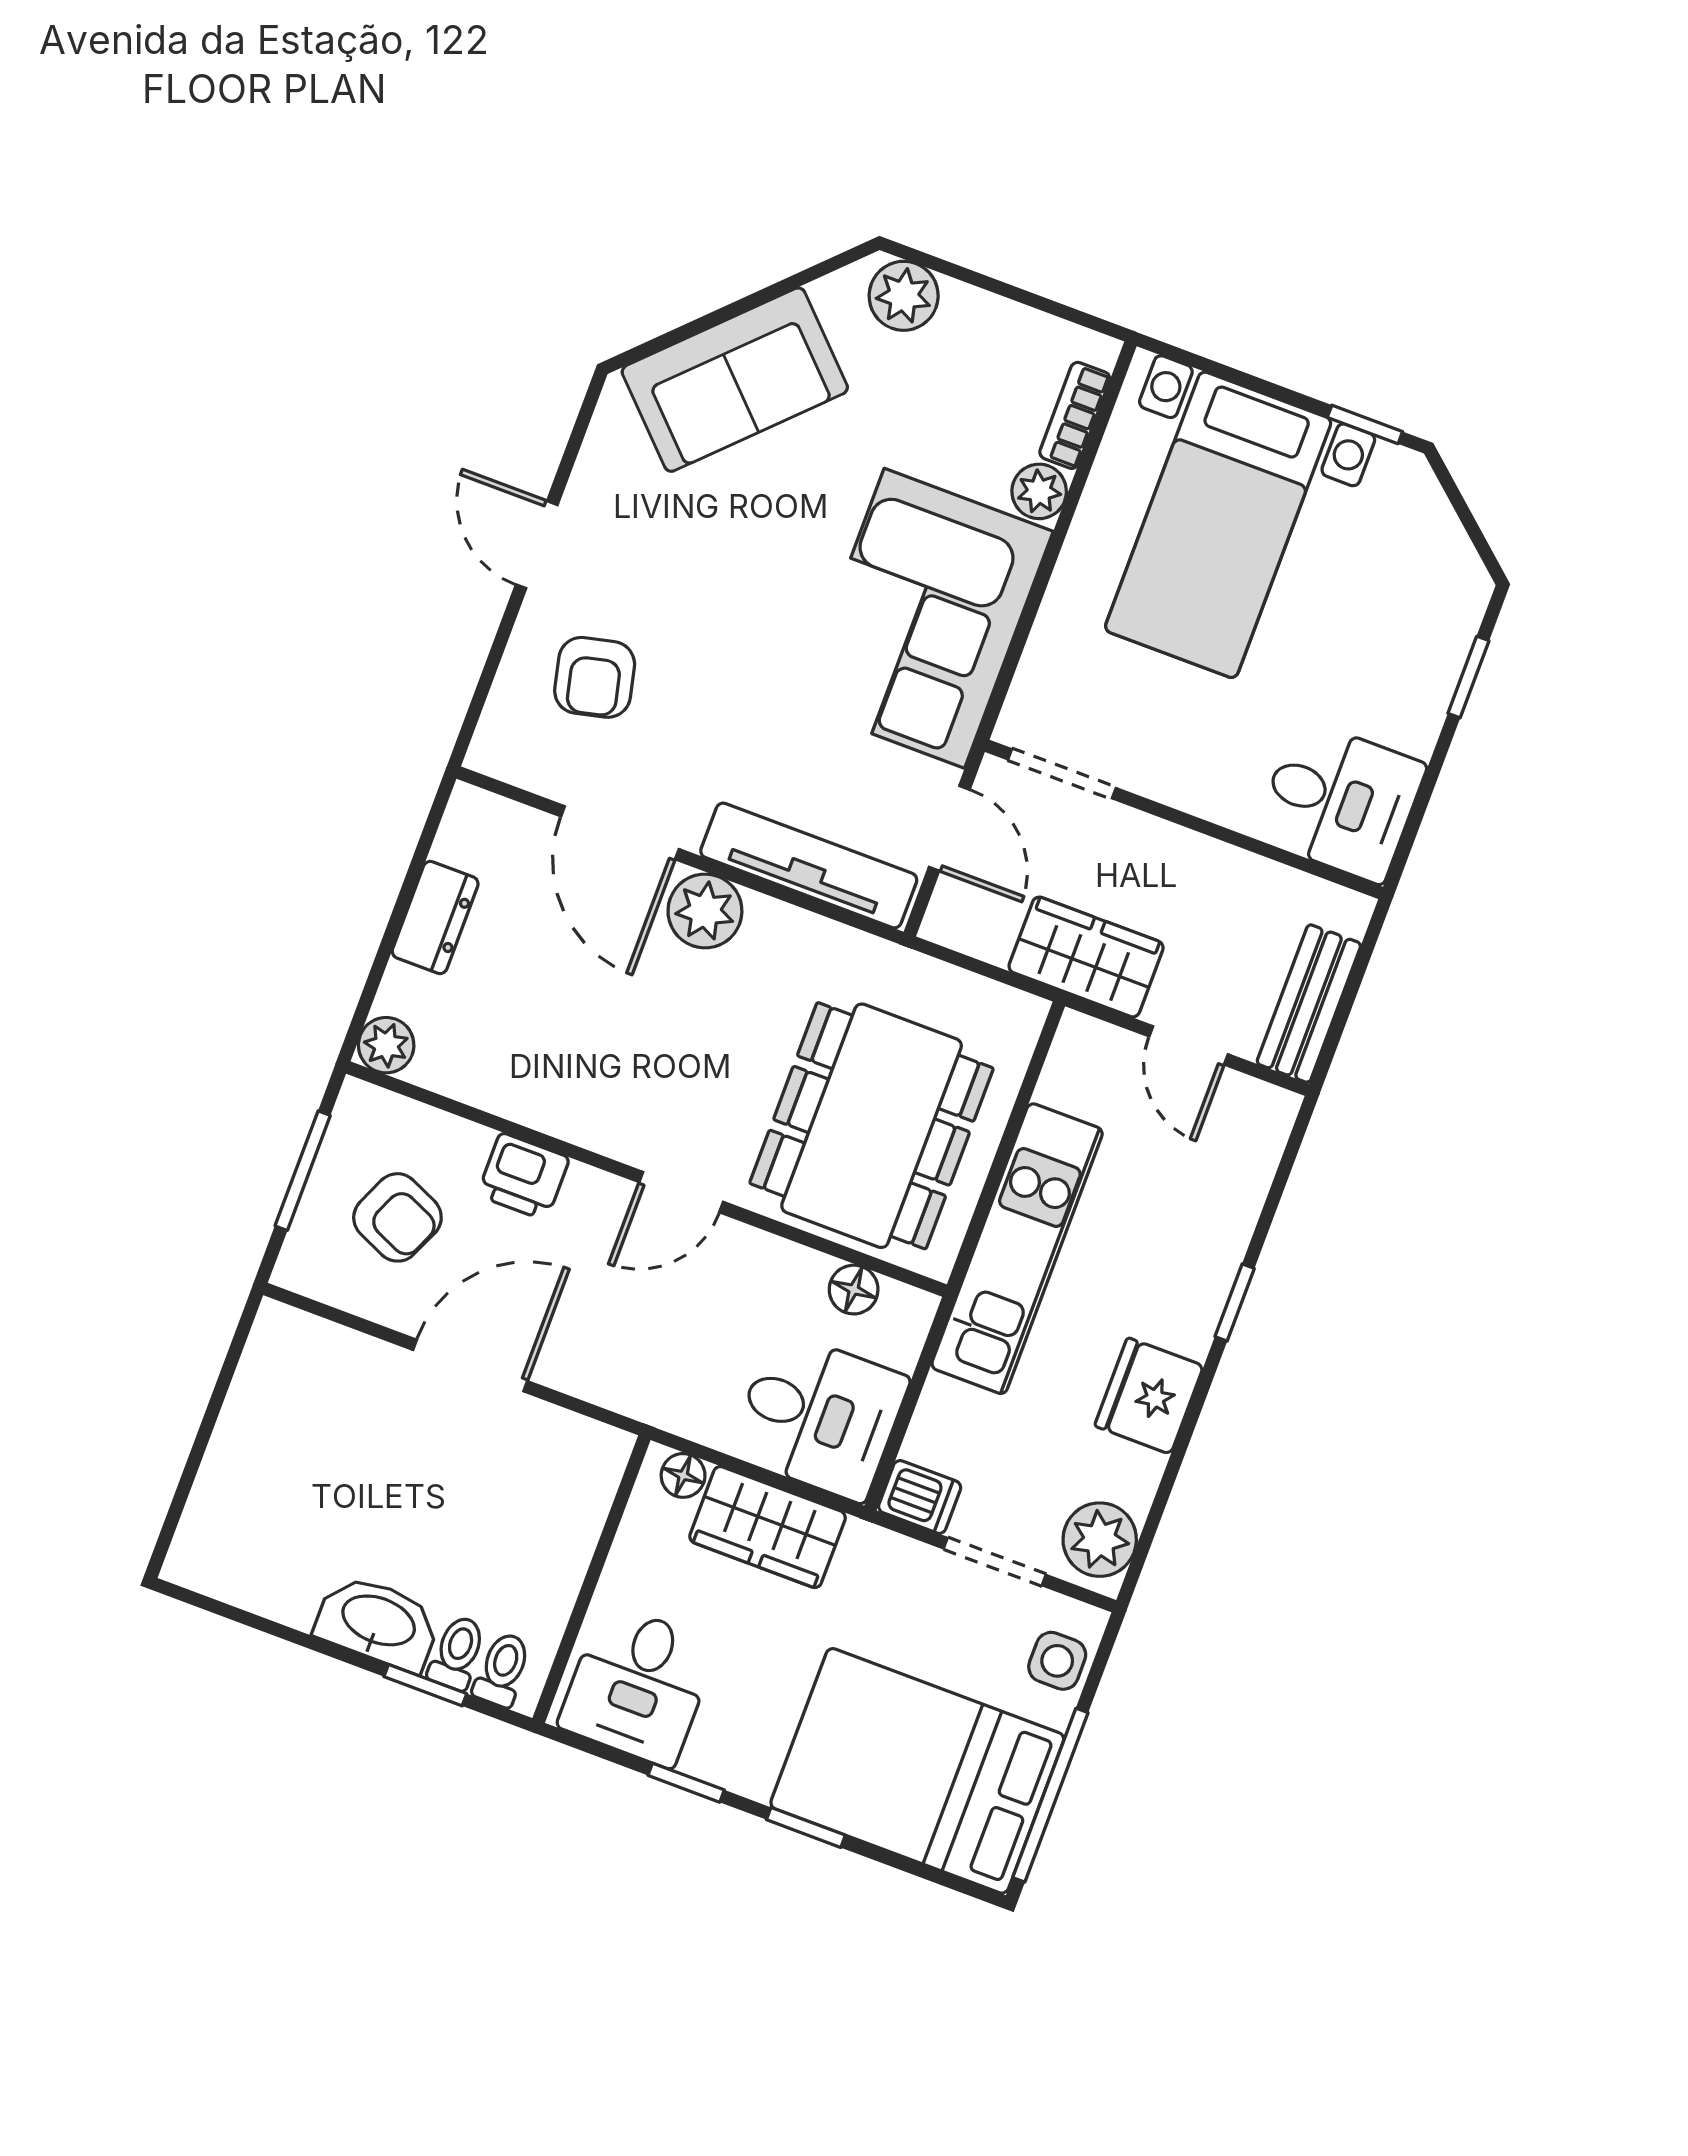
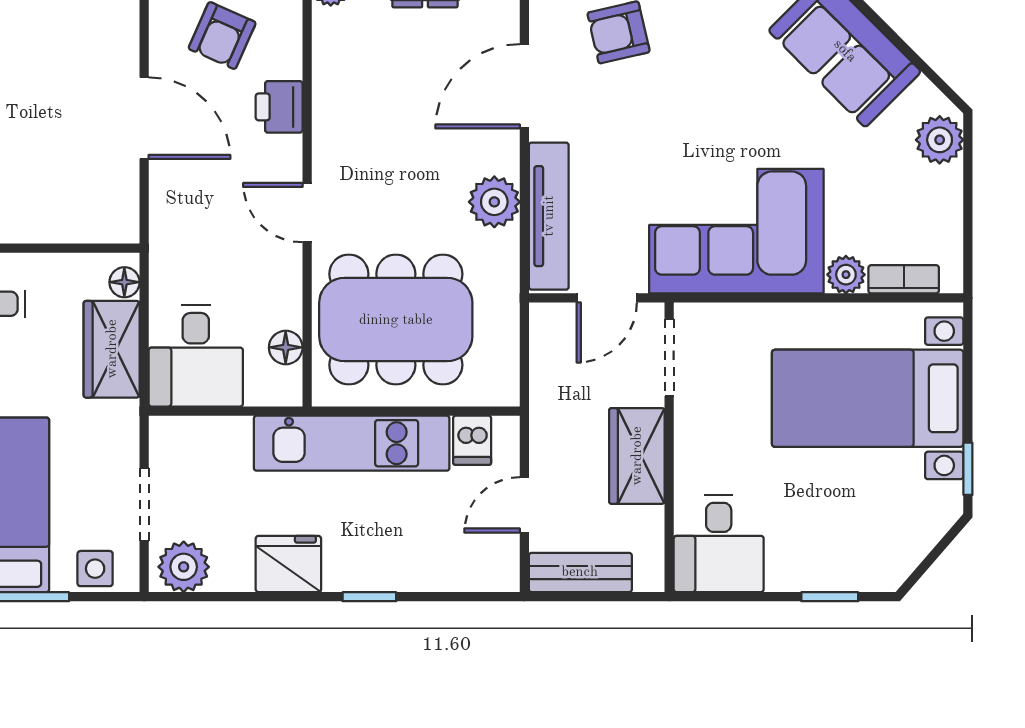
plant: (705, 911) -> (494, 202), moved
wardrobe: (1086, 957) -> (637, 456), moved, turned 180
dishwasher: (920, 1497) -> (472, 440), moved

